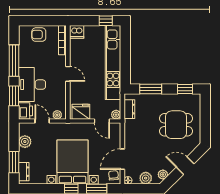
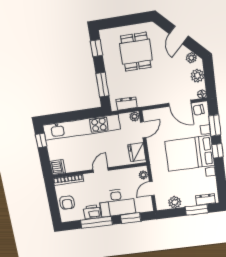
printer: (26, 111) -> (92, 212), moved

